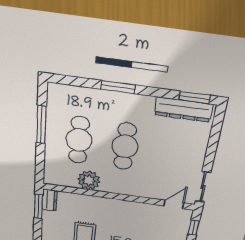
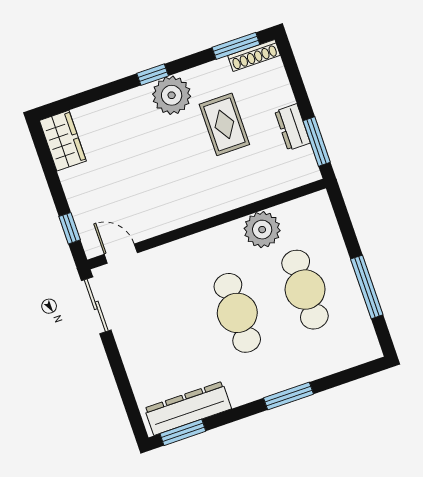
dresser: (49, 200) -> (293, 127), moved
door: (174, 204) -> (121, 254), swing flipped

